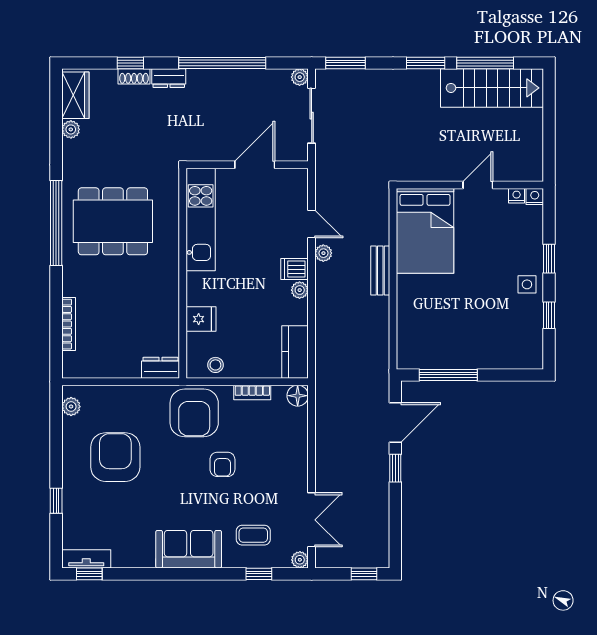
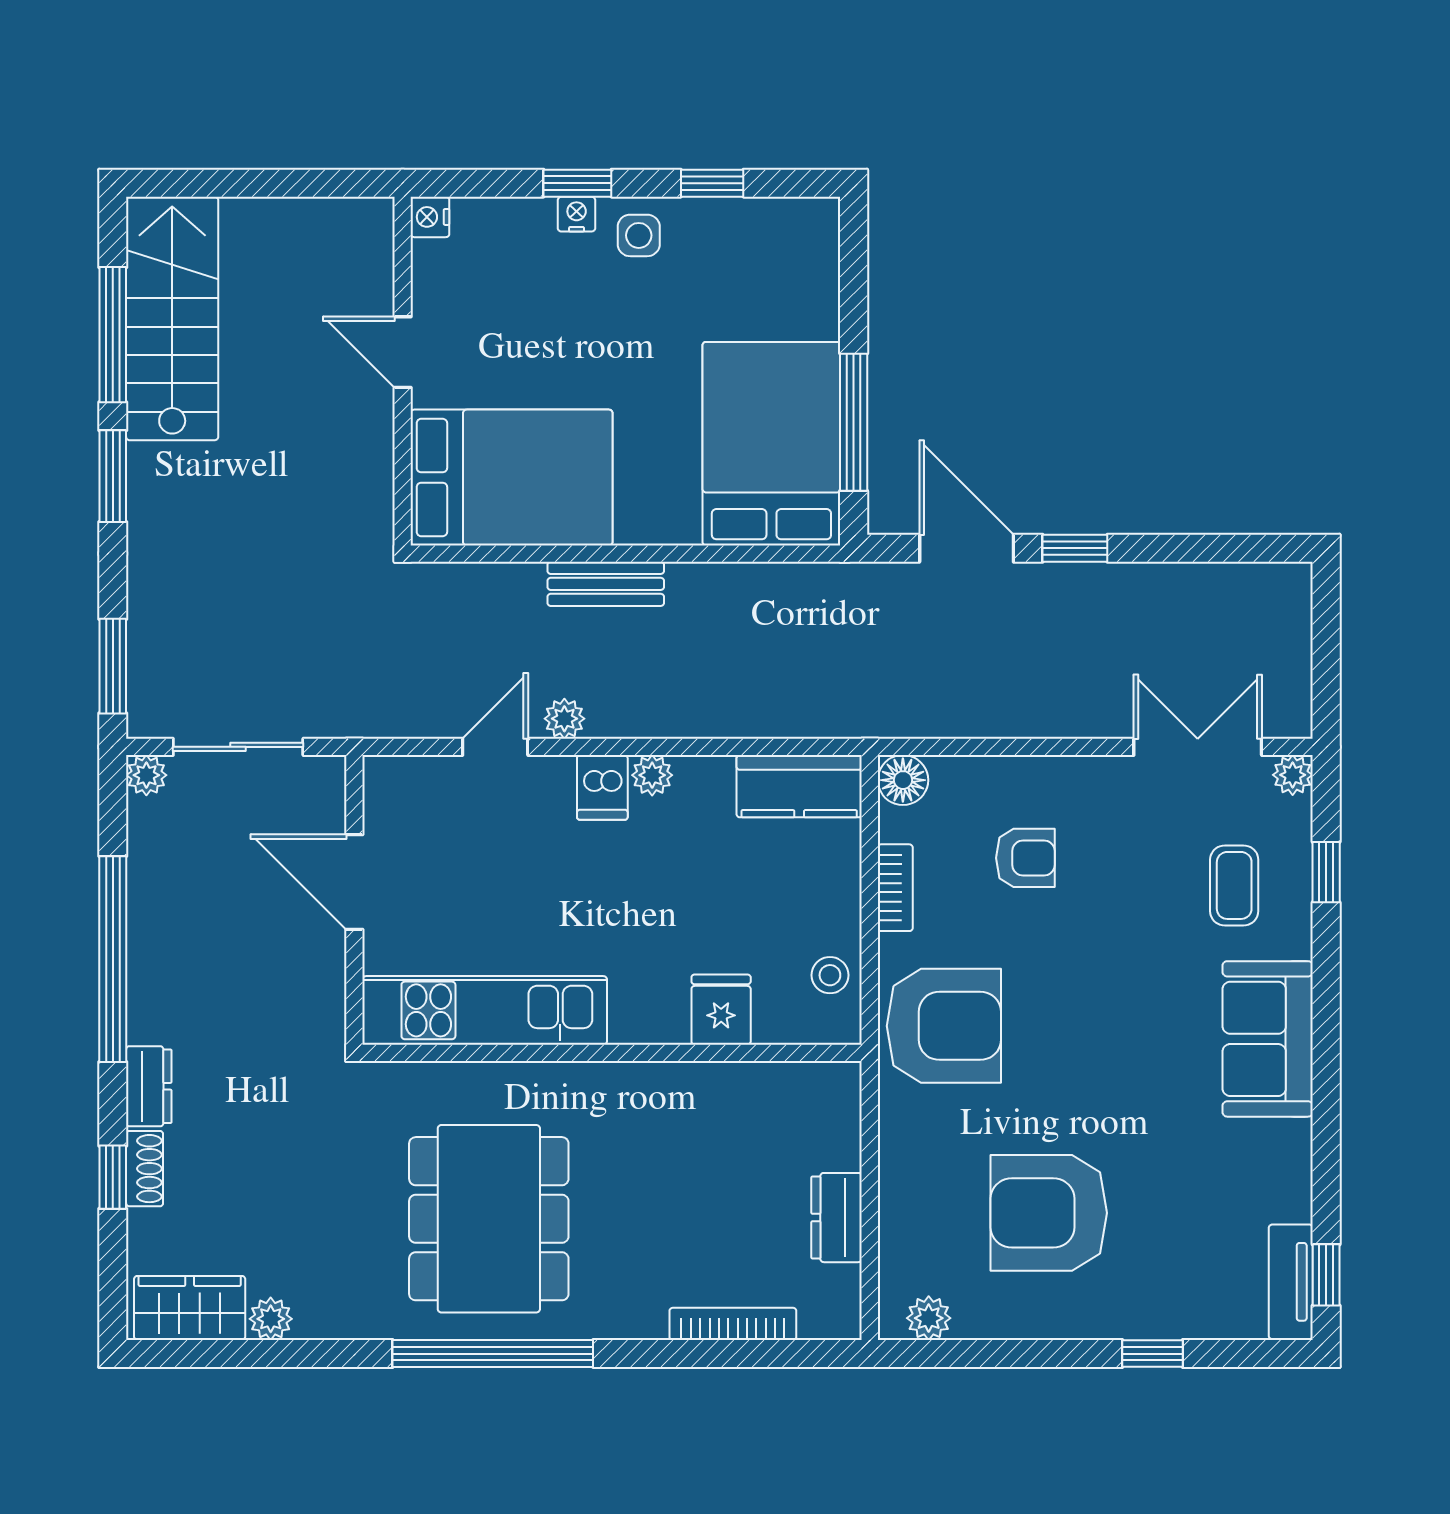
nightstand: (517, 196) -> (577, 214), moved, turned 90
bed: (439, 340) -> (771, 444), added
dresser: (160, 368) -> (837, 1218), moved
armchair: (222, 464) -> (1025, 858), moved
window: (364, 574) -> (1326, 623), removed

